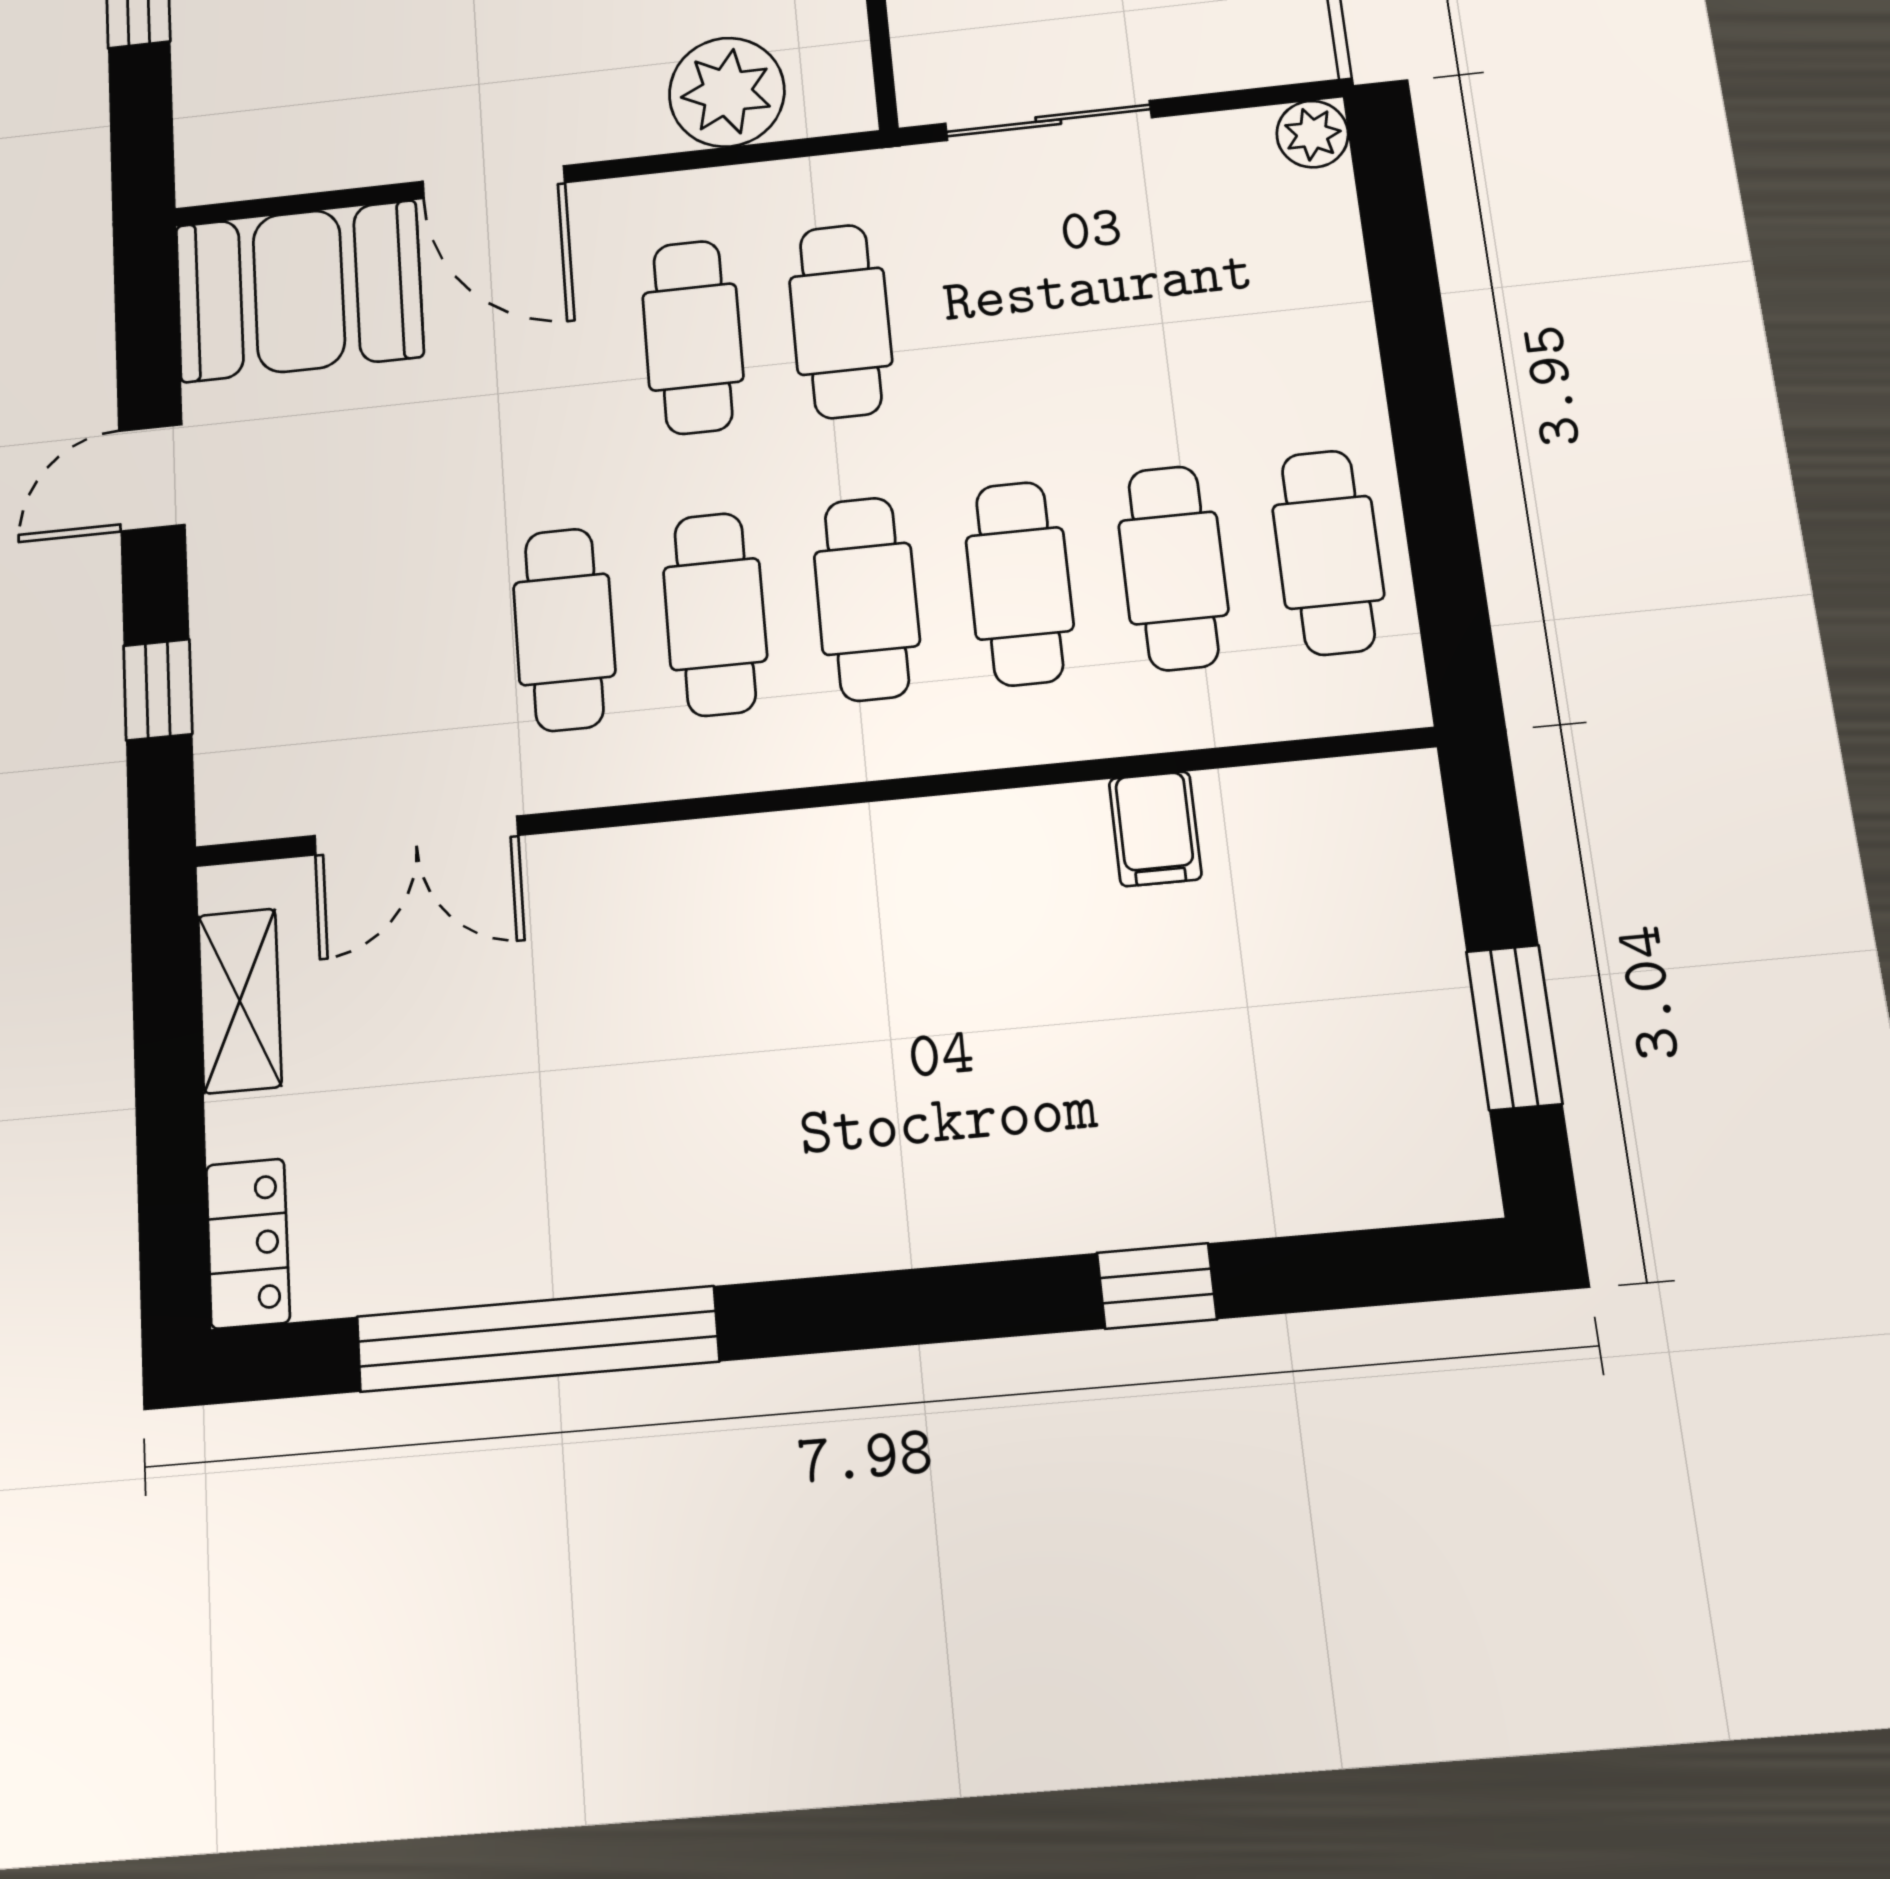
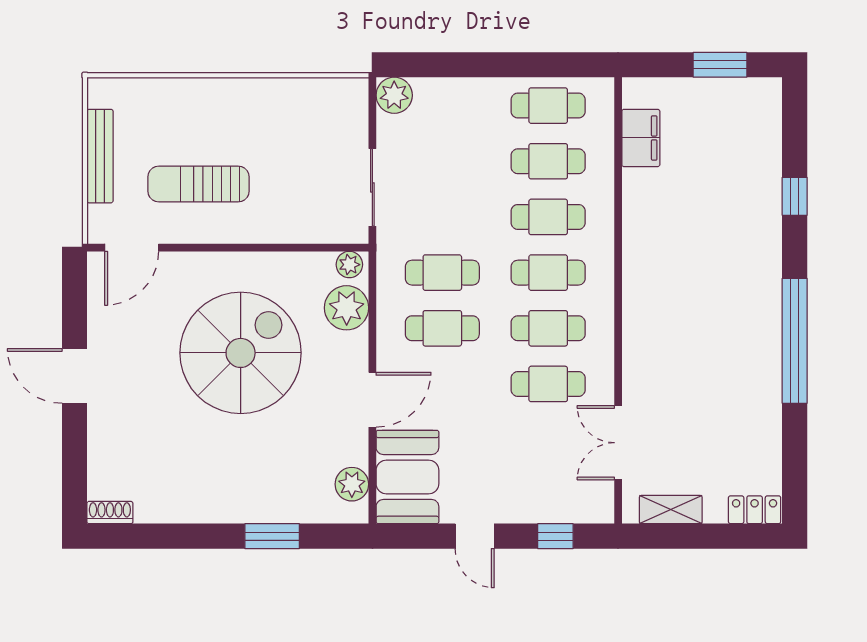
plant: (840, 86) -> (349, 265), added
plant: (1312, 134) -> (394, 95), width x1.38, depth x1.38
plant: (275, 156) -> (352, 484), added
filing cabinet: (1155, 829) -> (641, 138), moved, width x2.00
double door: (416, 835) -> (618, 443), swing flipped
window: (537, 1339) -> (795, 341), moved

